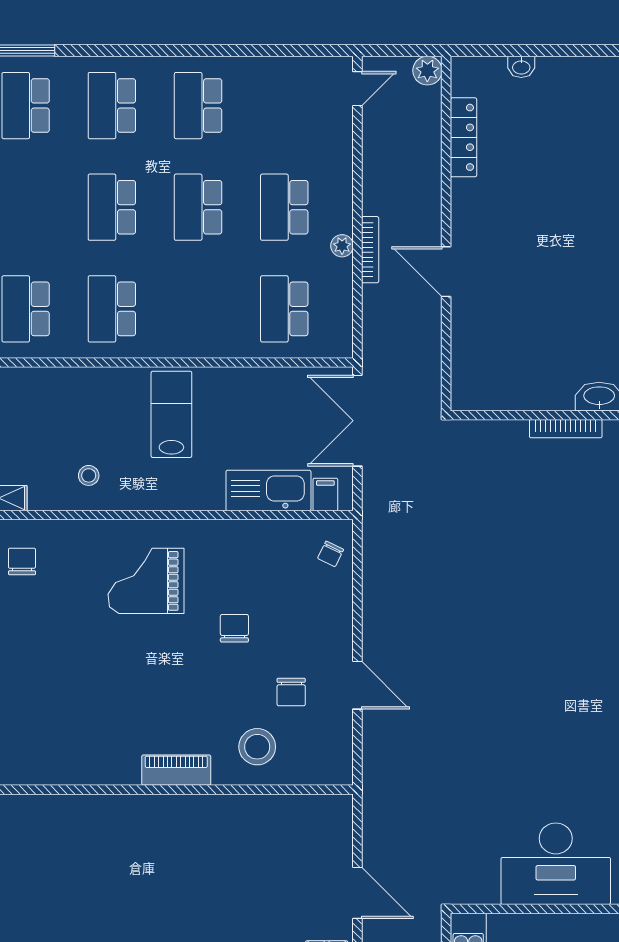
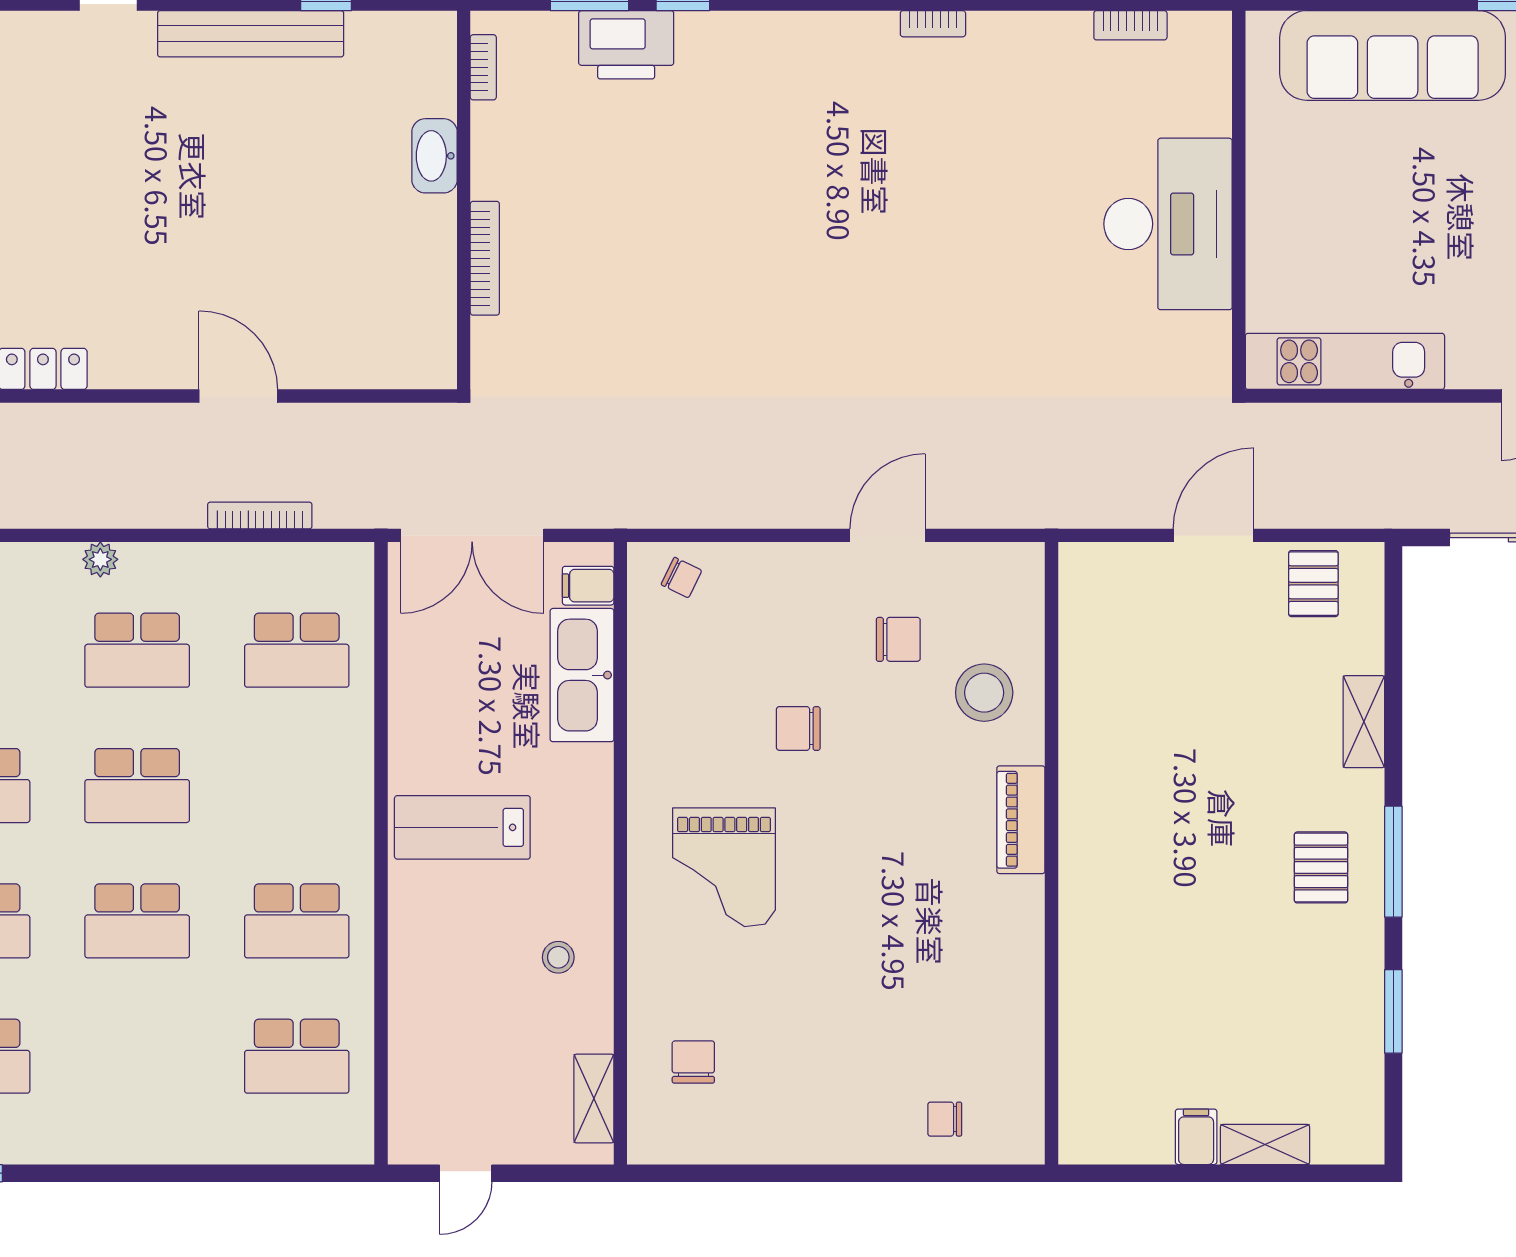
plant: (342, 246) -> (100, 559), moved
bookcase: (370, 250) -> (260, 515), moved
door: (446, 272) -> (238, 396), swing flipped
bookcase: (566, 429) -> (485, 258), moved
chair: (22, 561) -> (693, 1062), turned 90

